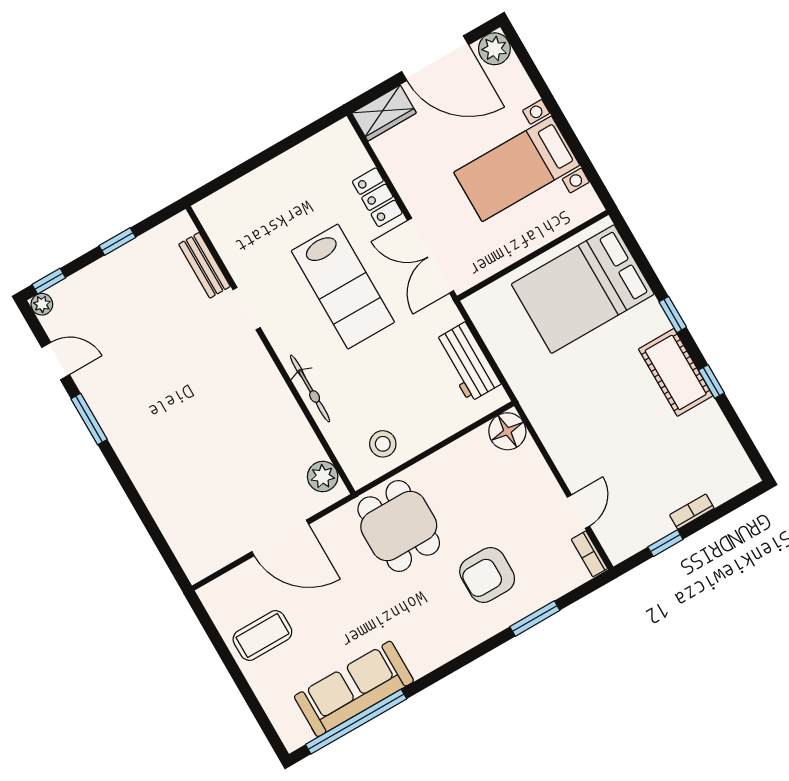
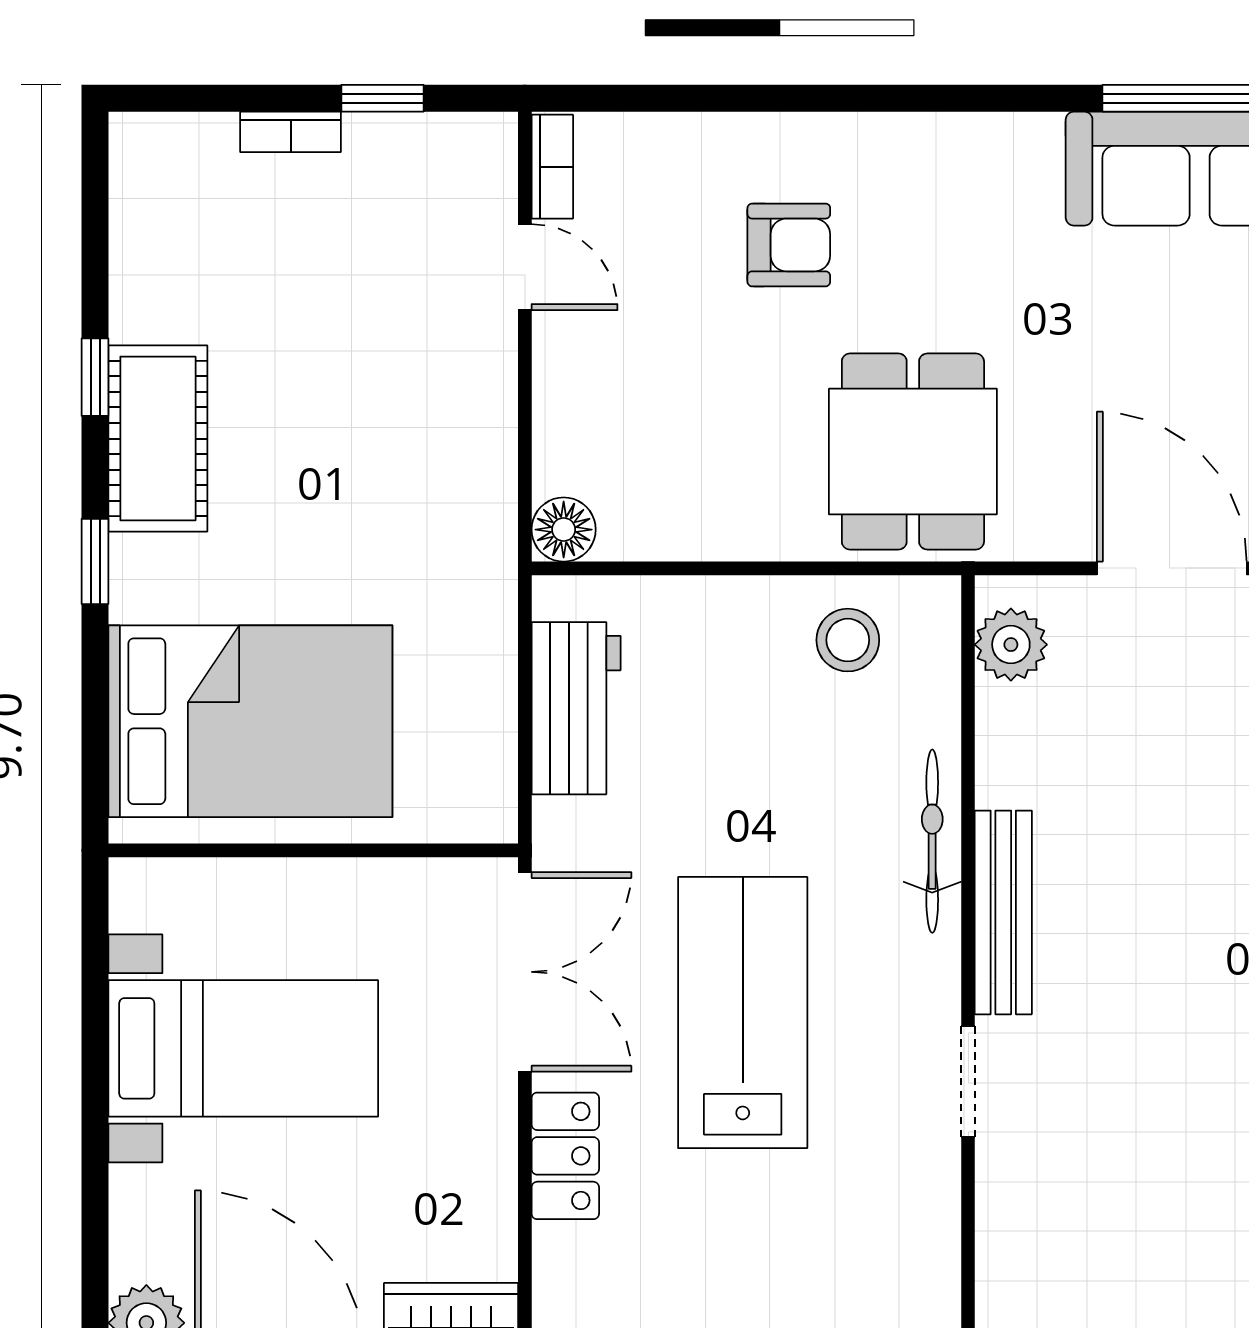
bench: (204, 265) -> (1003, 912), moved, width x1.36
floor lamp: (507, 431) -> (564, 530), width x0.73, depth x0.73
door: (578, 512) -> (525, 267), swing flipped
armchair: (487, 575) -> (789, 245), width x0.72, depth x0.72
window: (535, 618) -> (742, 98), removed

